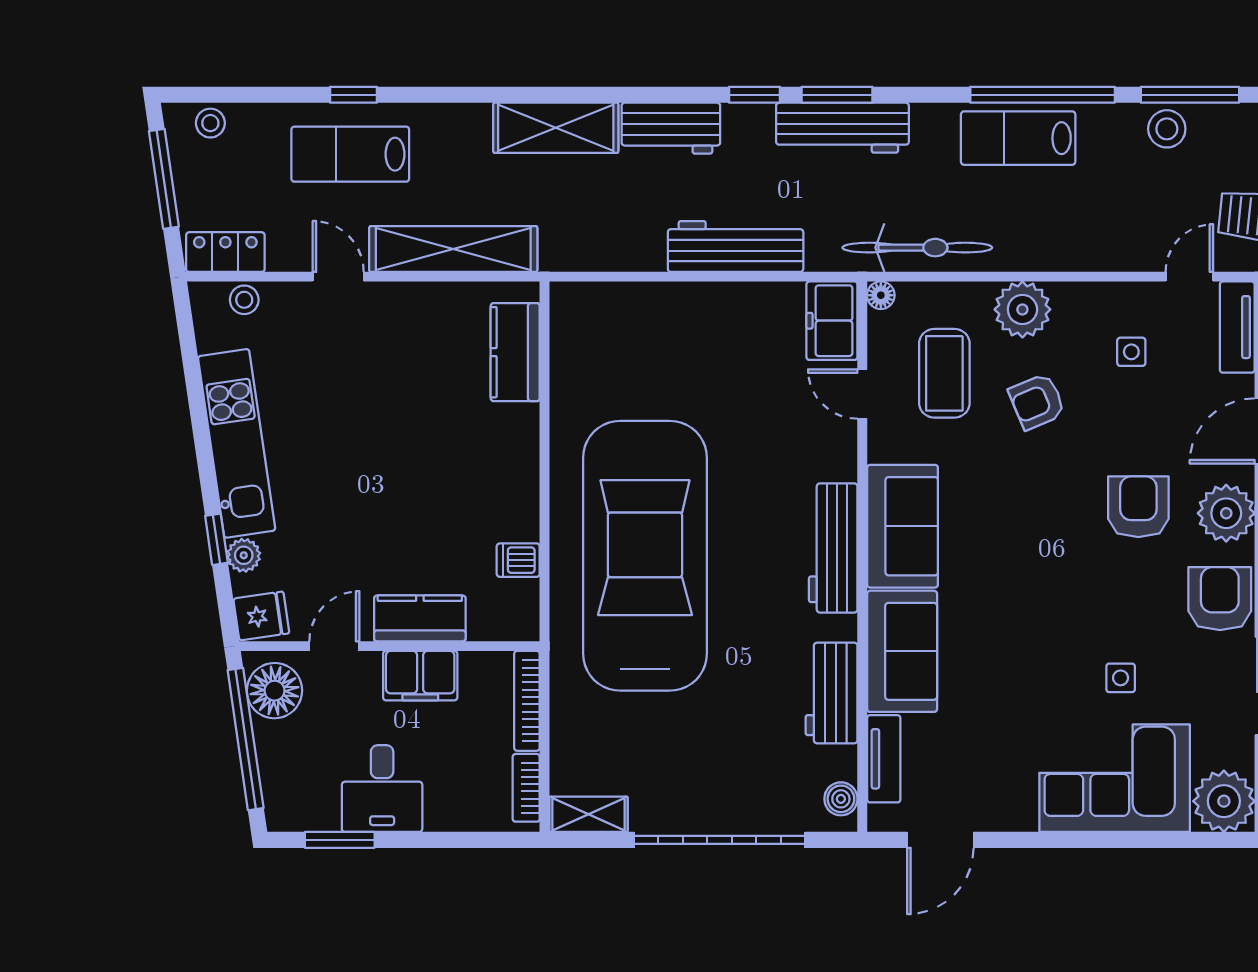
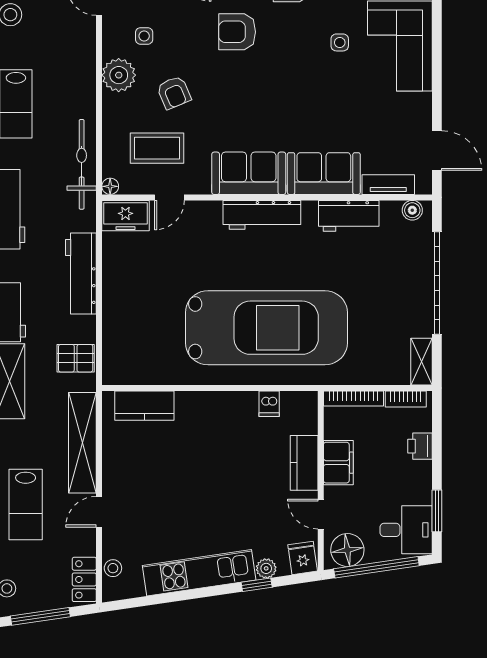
pallet: (594, 238) -> (76, 358), added
plant: (1022, 309) -> (119, 75), moved
car: (645, 556) -> (266, 328), turned 180
desk: (382, 789) -> (406, 530), moved
printer: (448, 812) -> (420, 446), added

